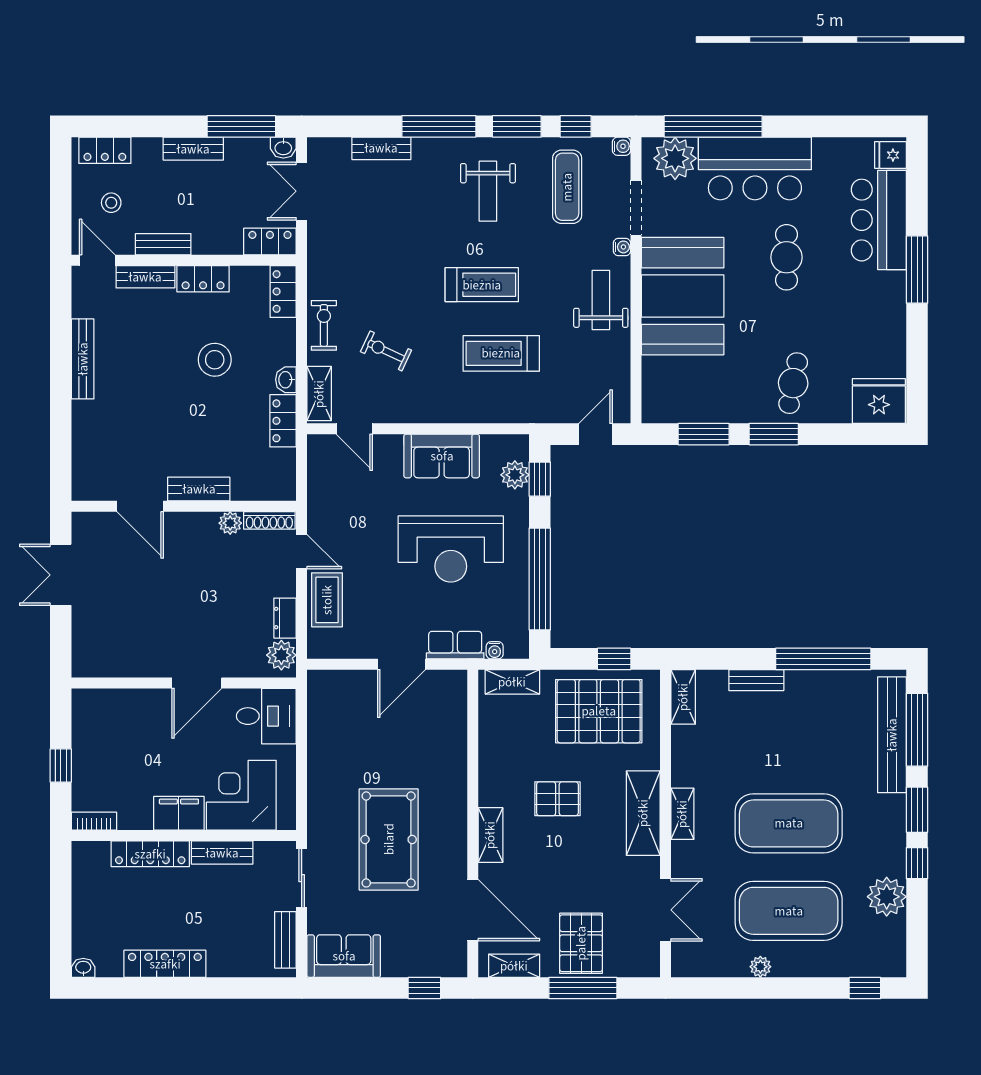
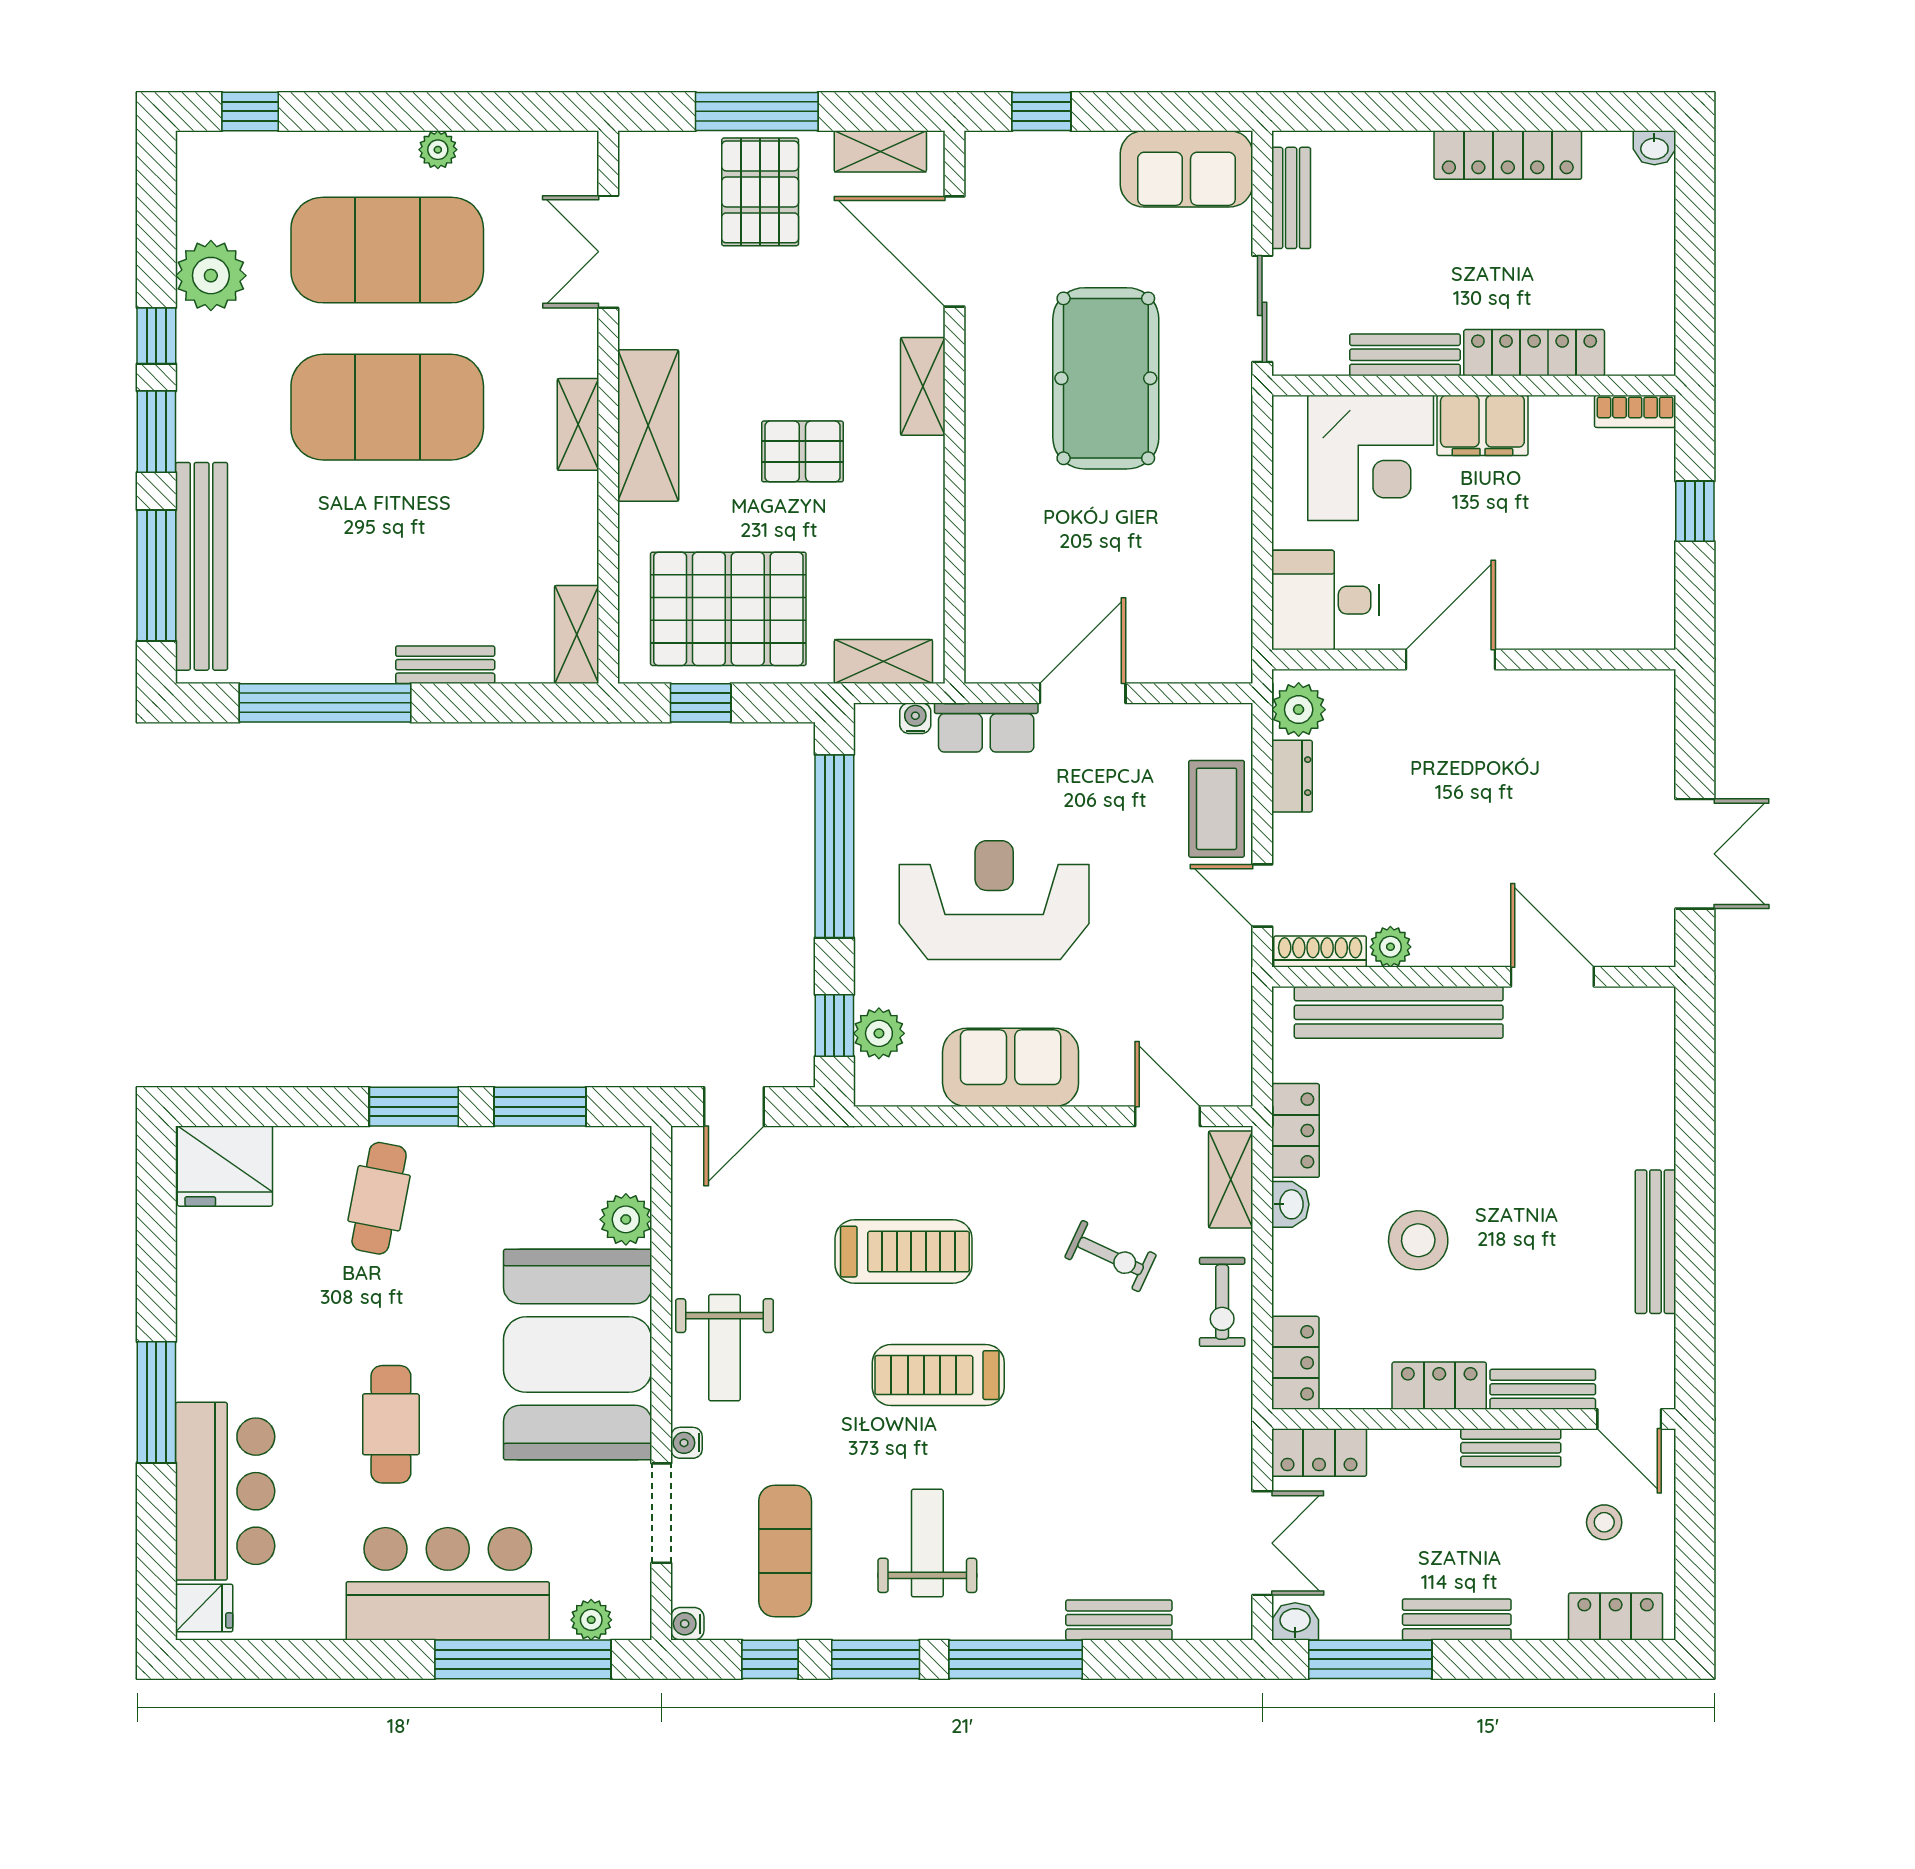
plant: (675, 158) -> (591, 1620), width x0.53, depth x0.53
plant: (656, 371) -> (626, 1219), added
bench: (199, 489) -> (1399, 1012), width x1.86, depth x1.21

